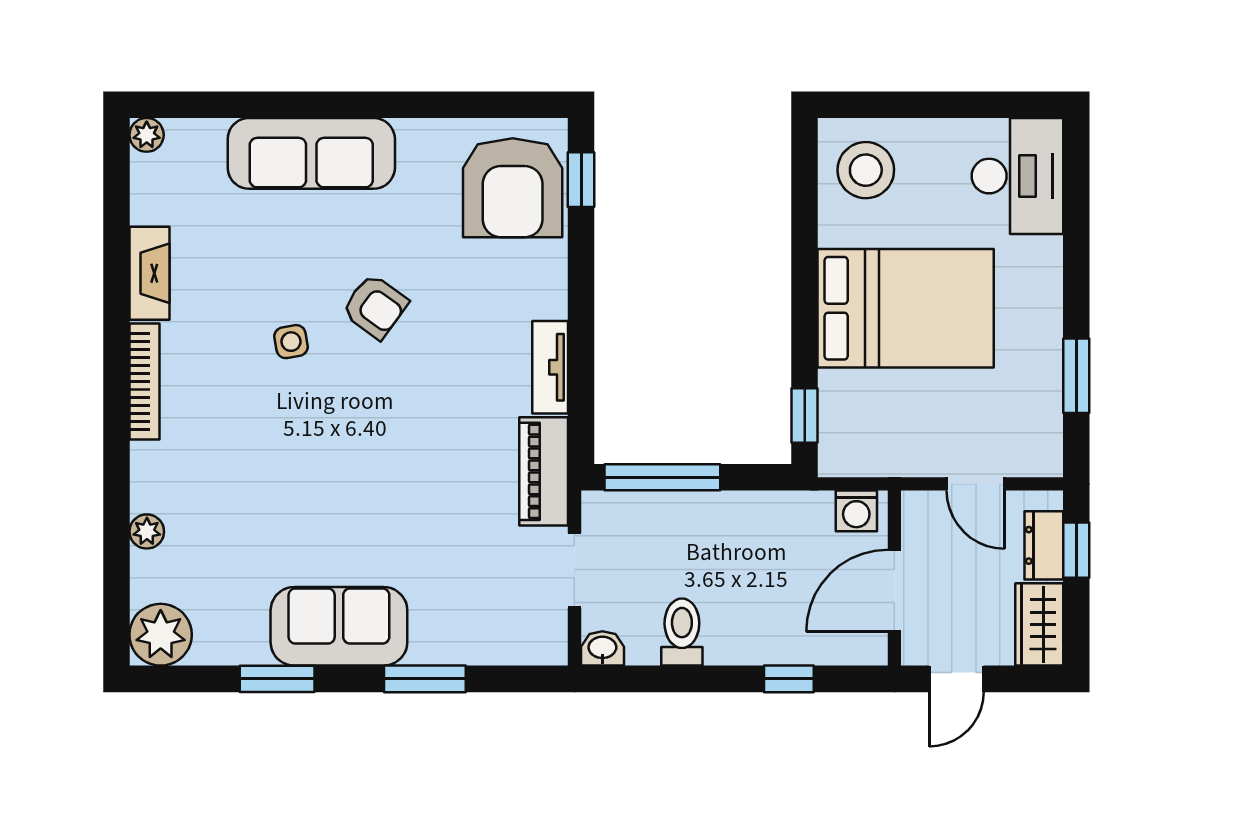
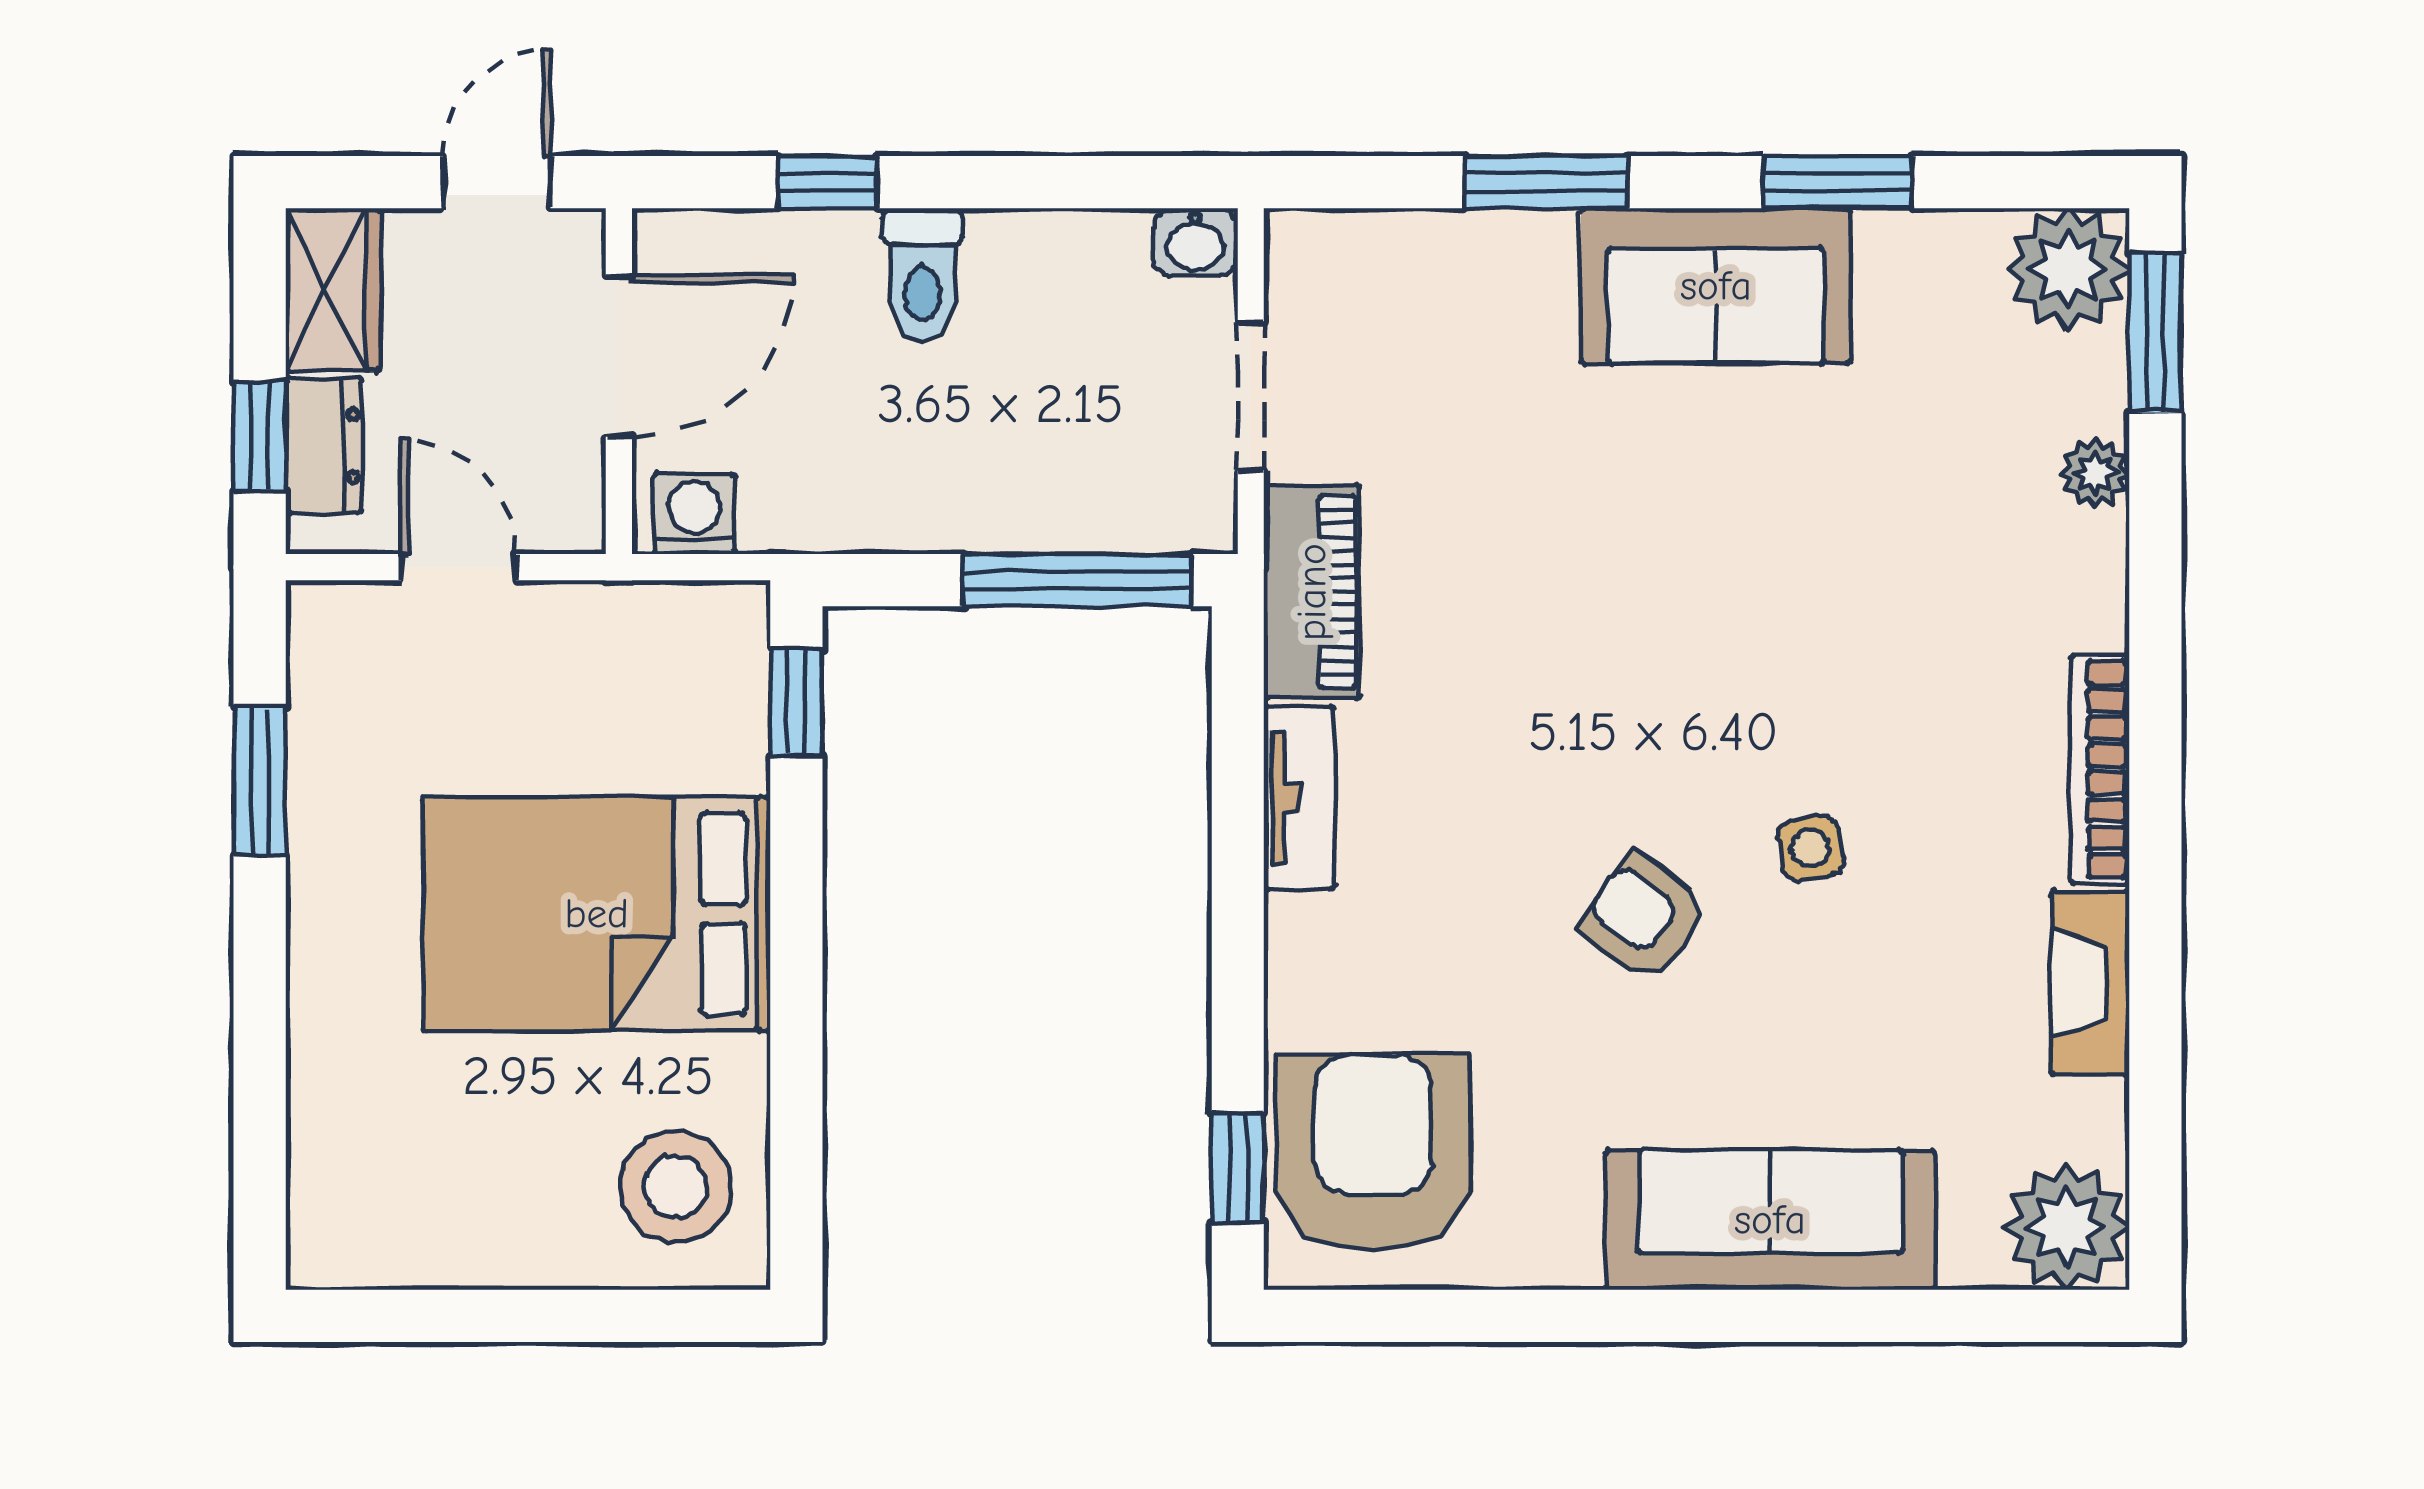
plant: (147, 135) -> (2066, 1227), width x1.88, depth x1.88
desk: (1017, 176) -> (376, 1175), removed
window: (116, 603) -> (2155, 333), added
toilet: (682, 632) -> (922, 275), moved

